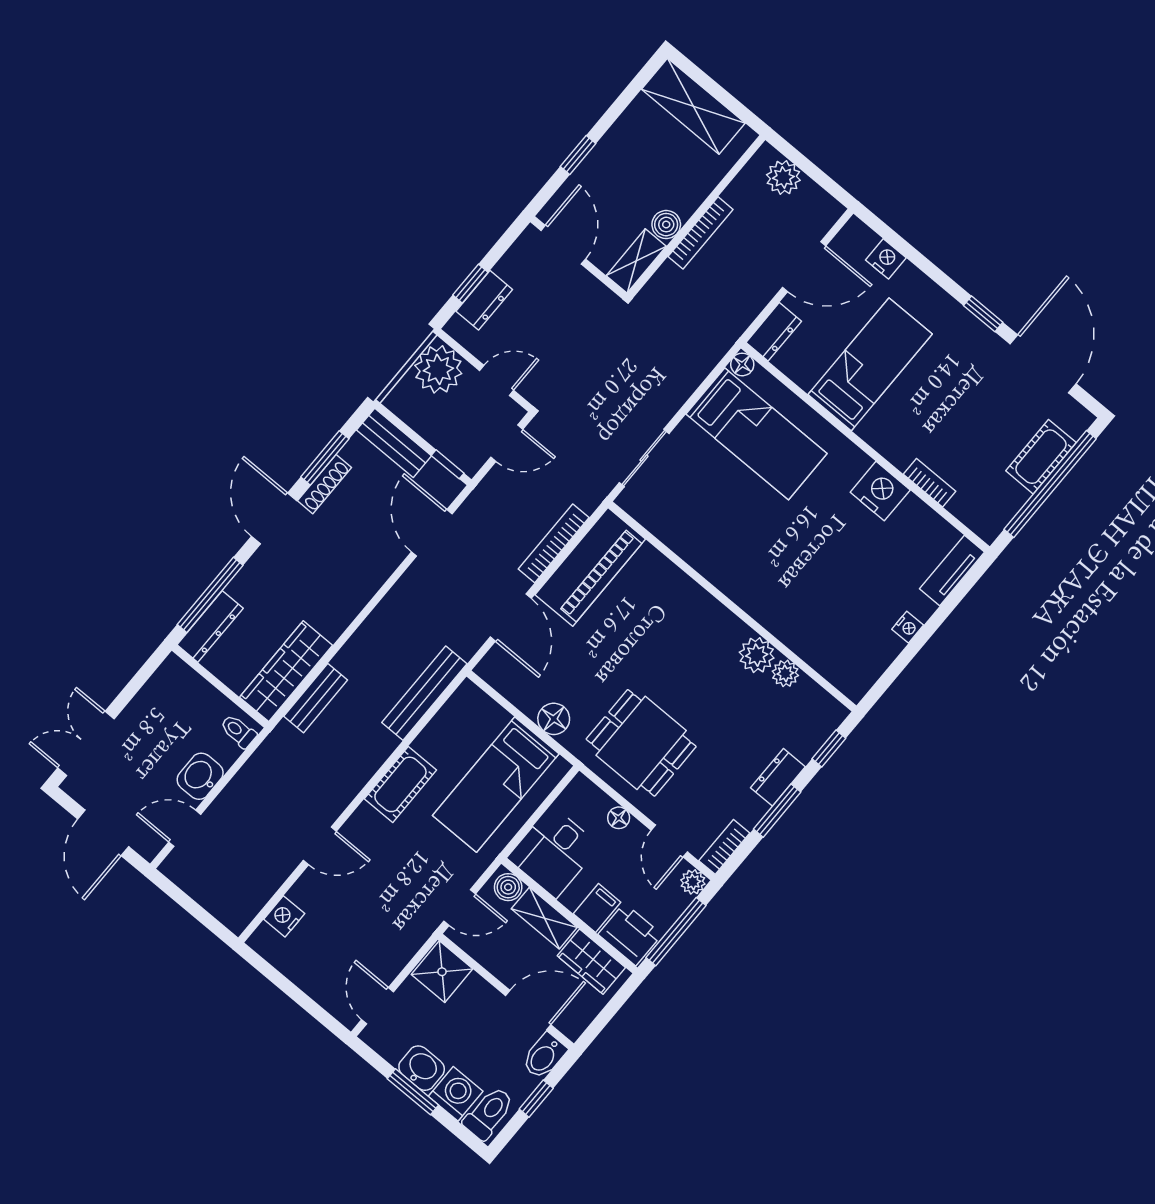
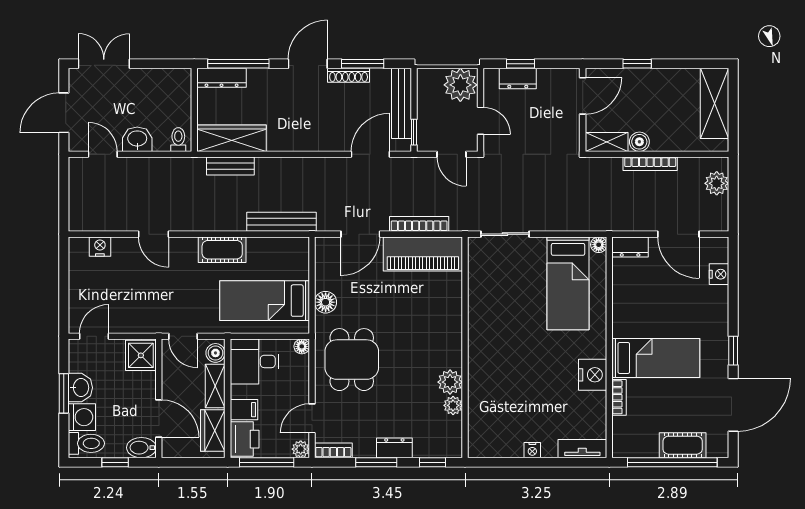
bed: (870, 364) -> (656, 358), moved
bench: (394, 443) -> (401, 103), width x1.36
floor lamp: (619, 818) -> (302, 346), moved

